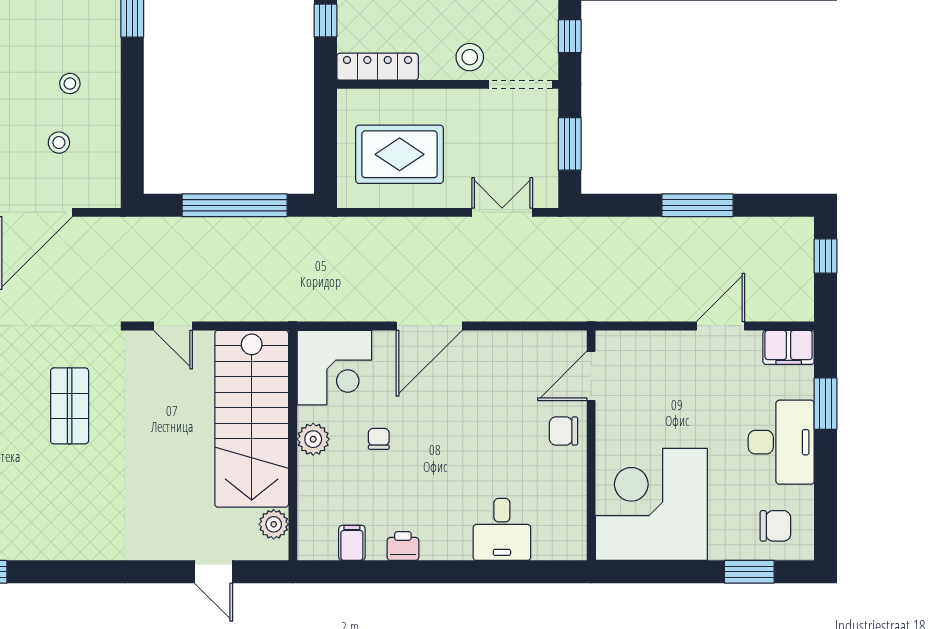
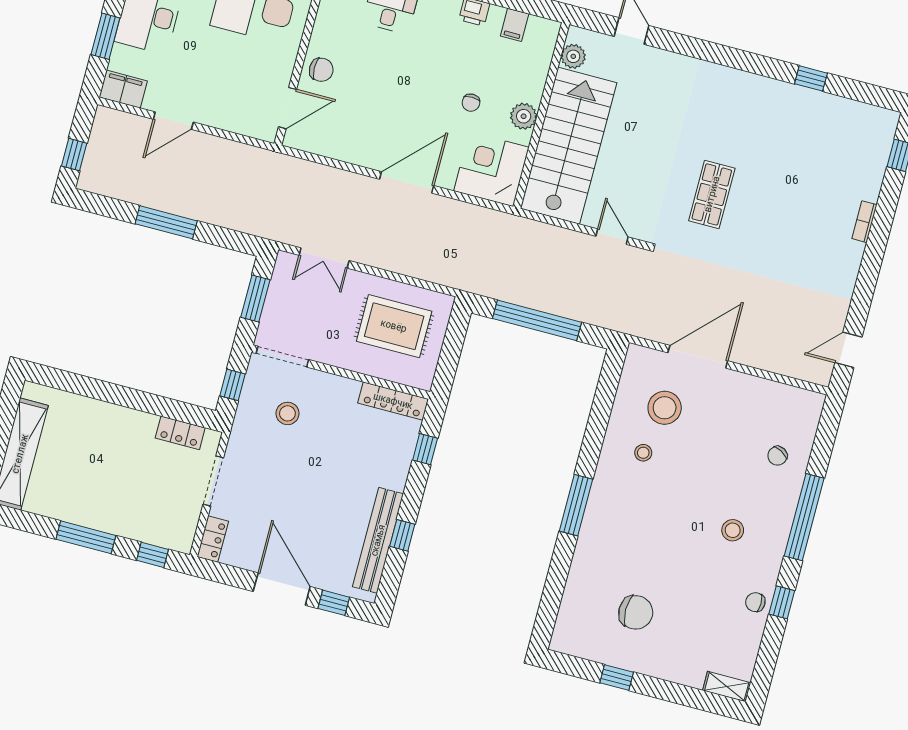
stool: (470, 57) -> (287, 413), moved
stool: (59, 143) -> (665, 408), width x1.89, depth x1.89

